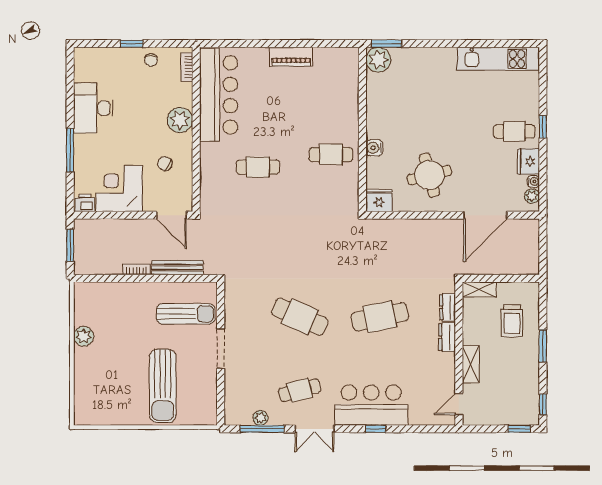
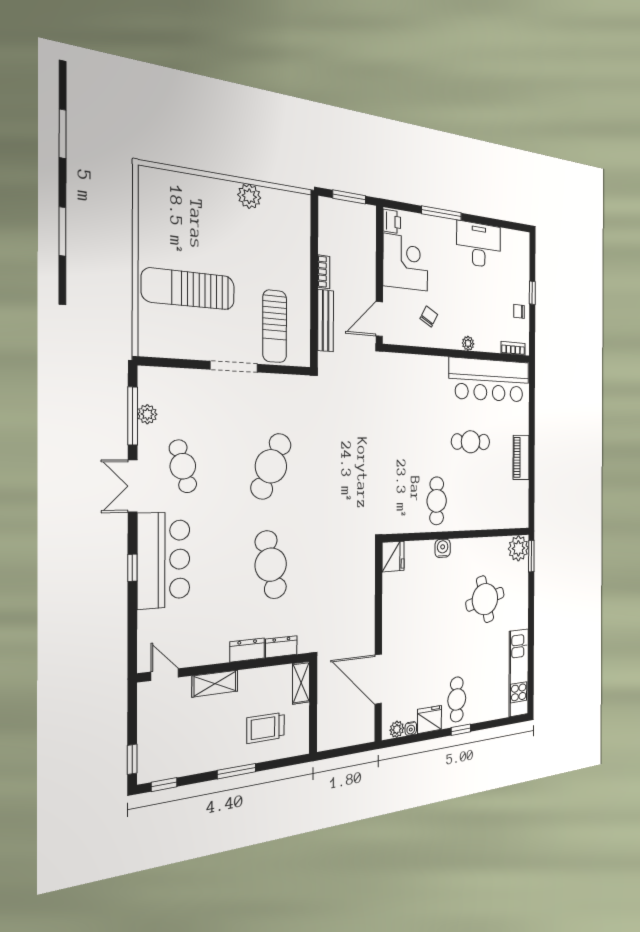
plant: (180, 120) -> (468, 343), width x0.53, depth x0.53
cafe table: (258, 167) -> (471, 442), moved, turned 90
round table: (429, 175) -> (485, 599), moved

